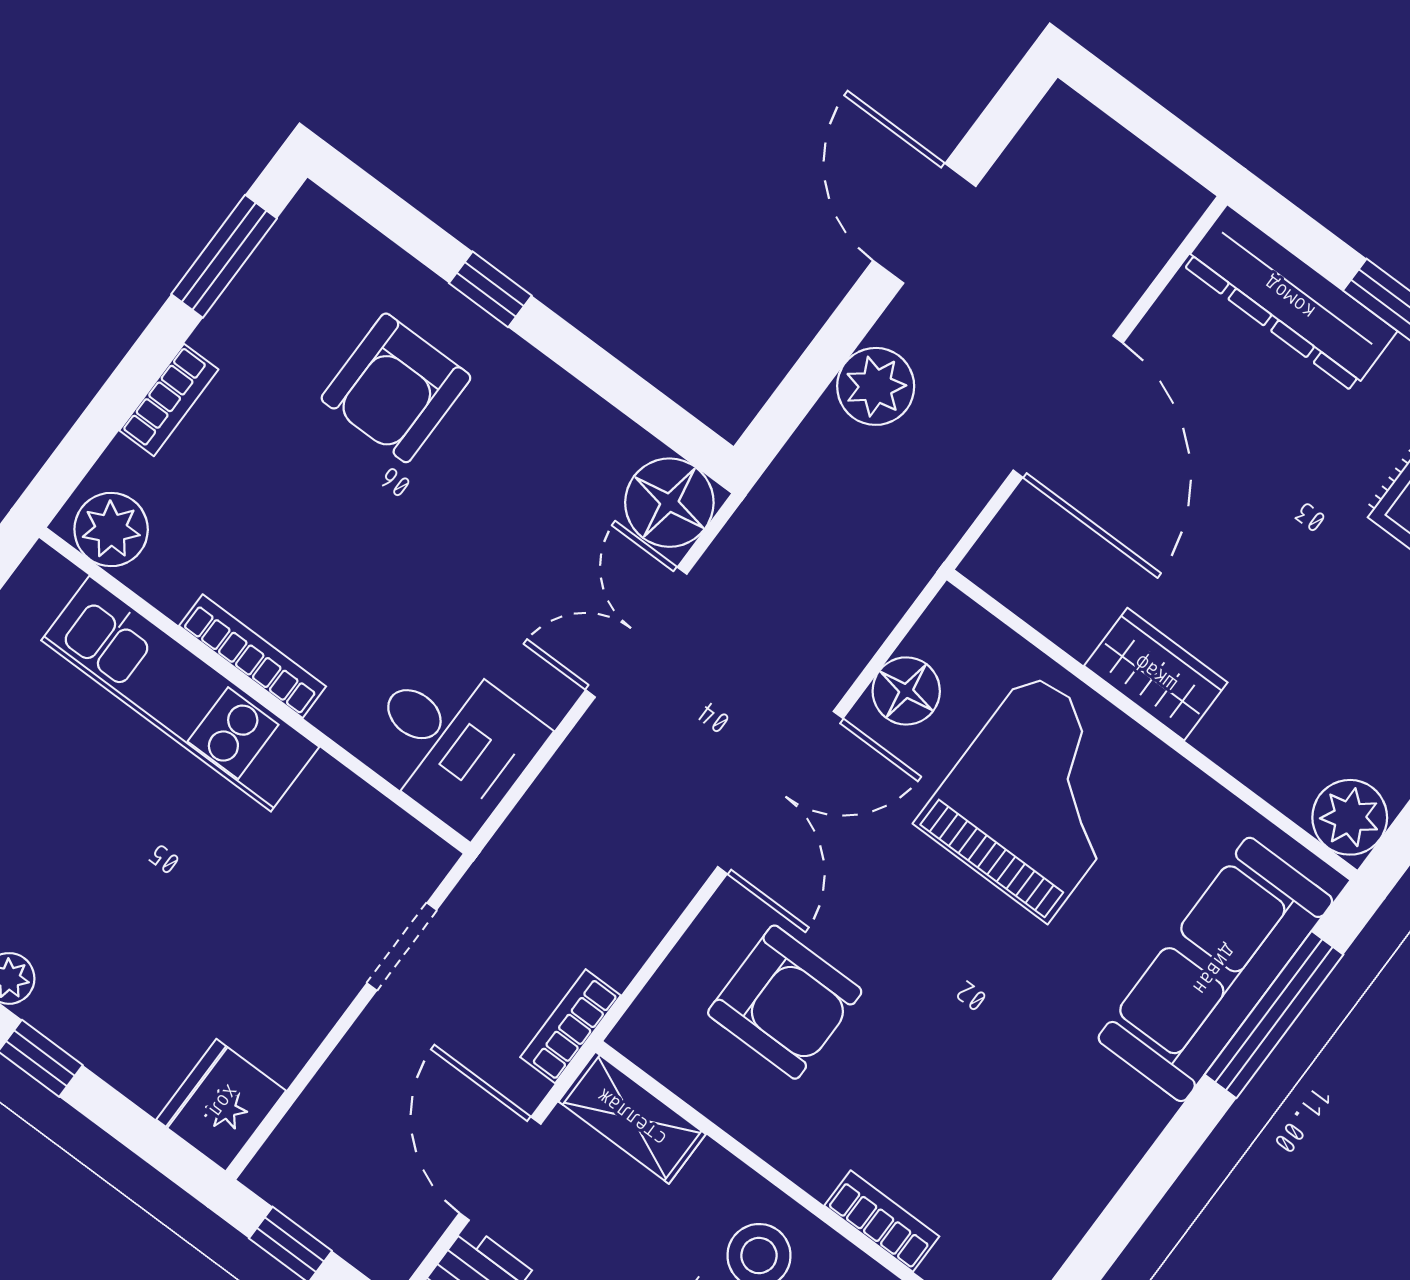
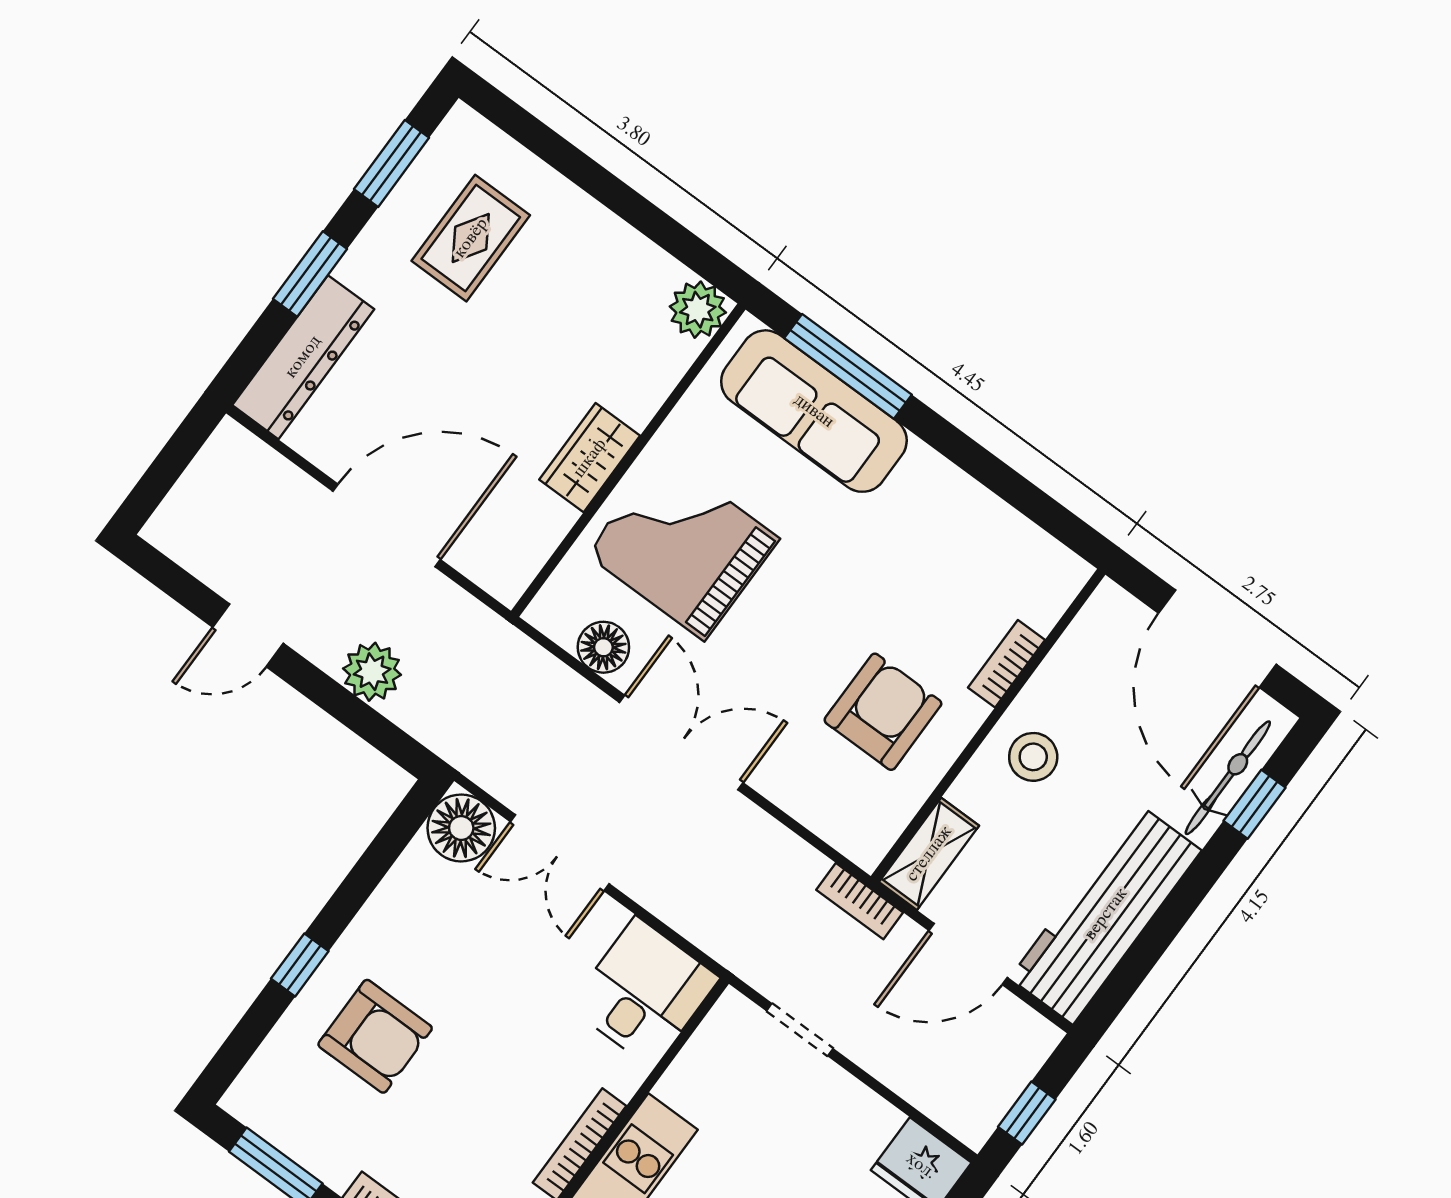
door: (924, 223) -> (248, 635), width x0.73
armchair: (785, 1002) -> (883, 712), moved

